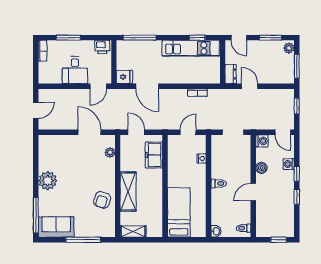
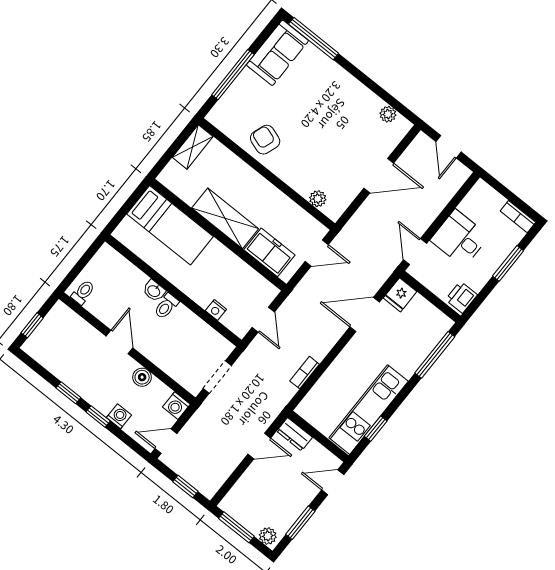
door: (90, 132) -> (379, 176), moved
plant: (48, 181) -> (388, 114), moved, width x0.53, depth x0.53
shelving: (128, 192) -> (225, 218), moved
washbasin: (216, 231) -> (154, 291), moved

